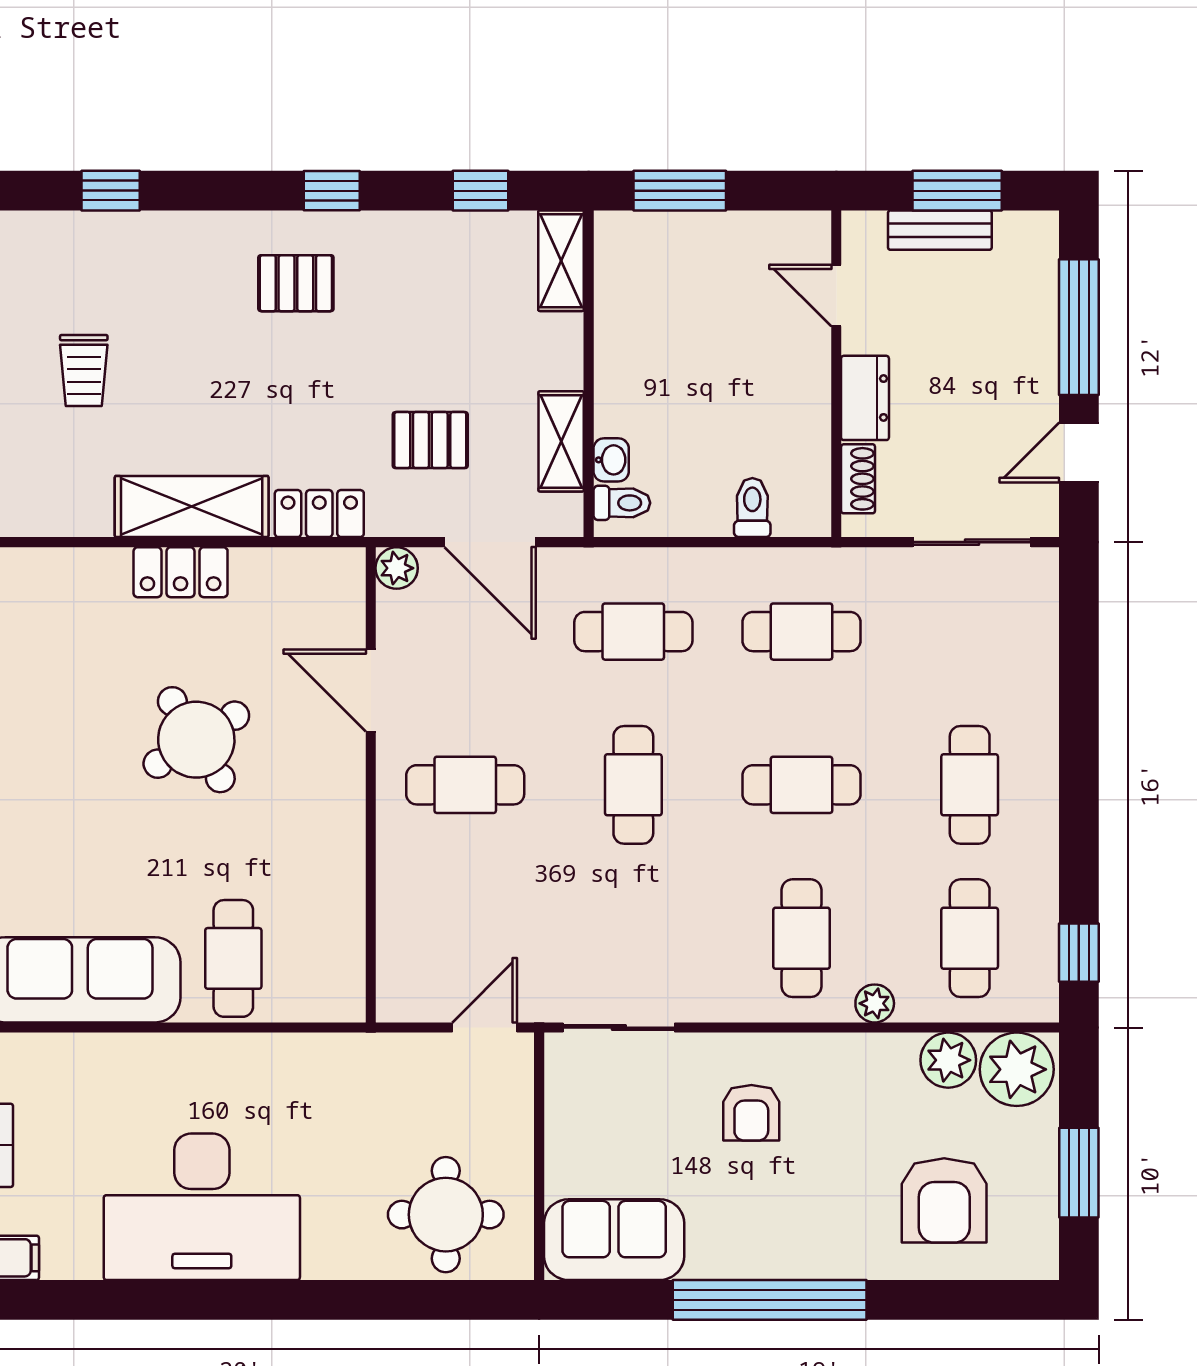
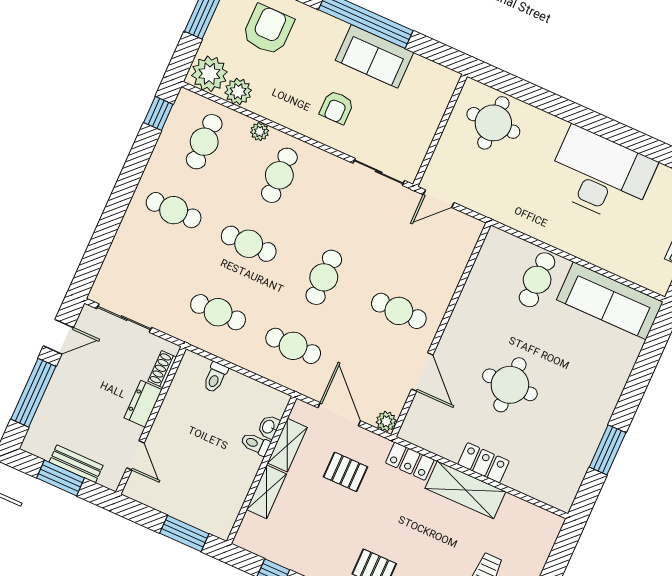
shelving: (561, 261) -> (267, 492), moved
toilet: (622, 503) -> (255, 444), moved
round table: (196, 740) -> (510, 385), turned 32
cafe table: (970, 785) -> (174, 210), turned 90
armchair: (751, 1113) -> (337, 107), turned 180
sofa: (614, 1240) -> (374, 56), moved

